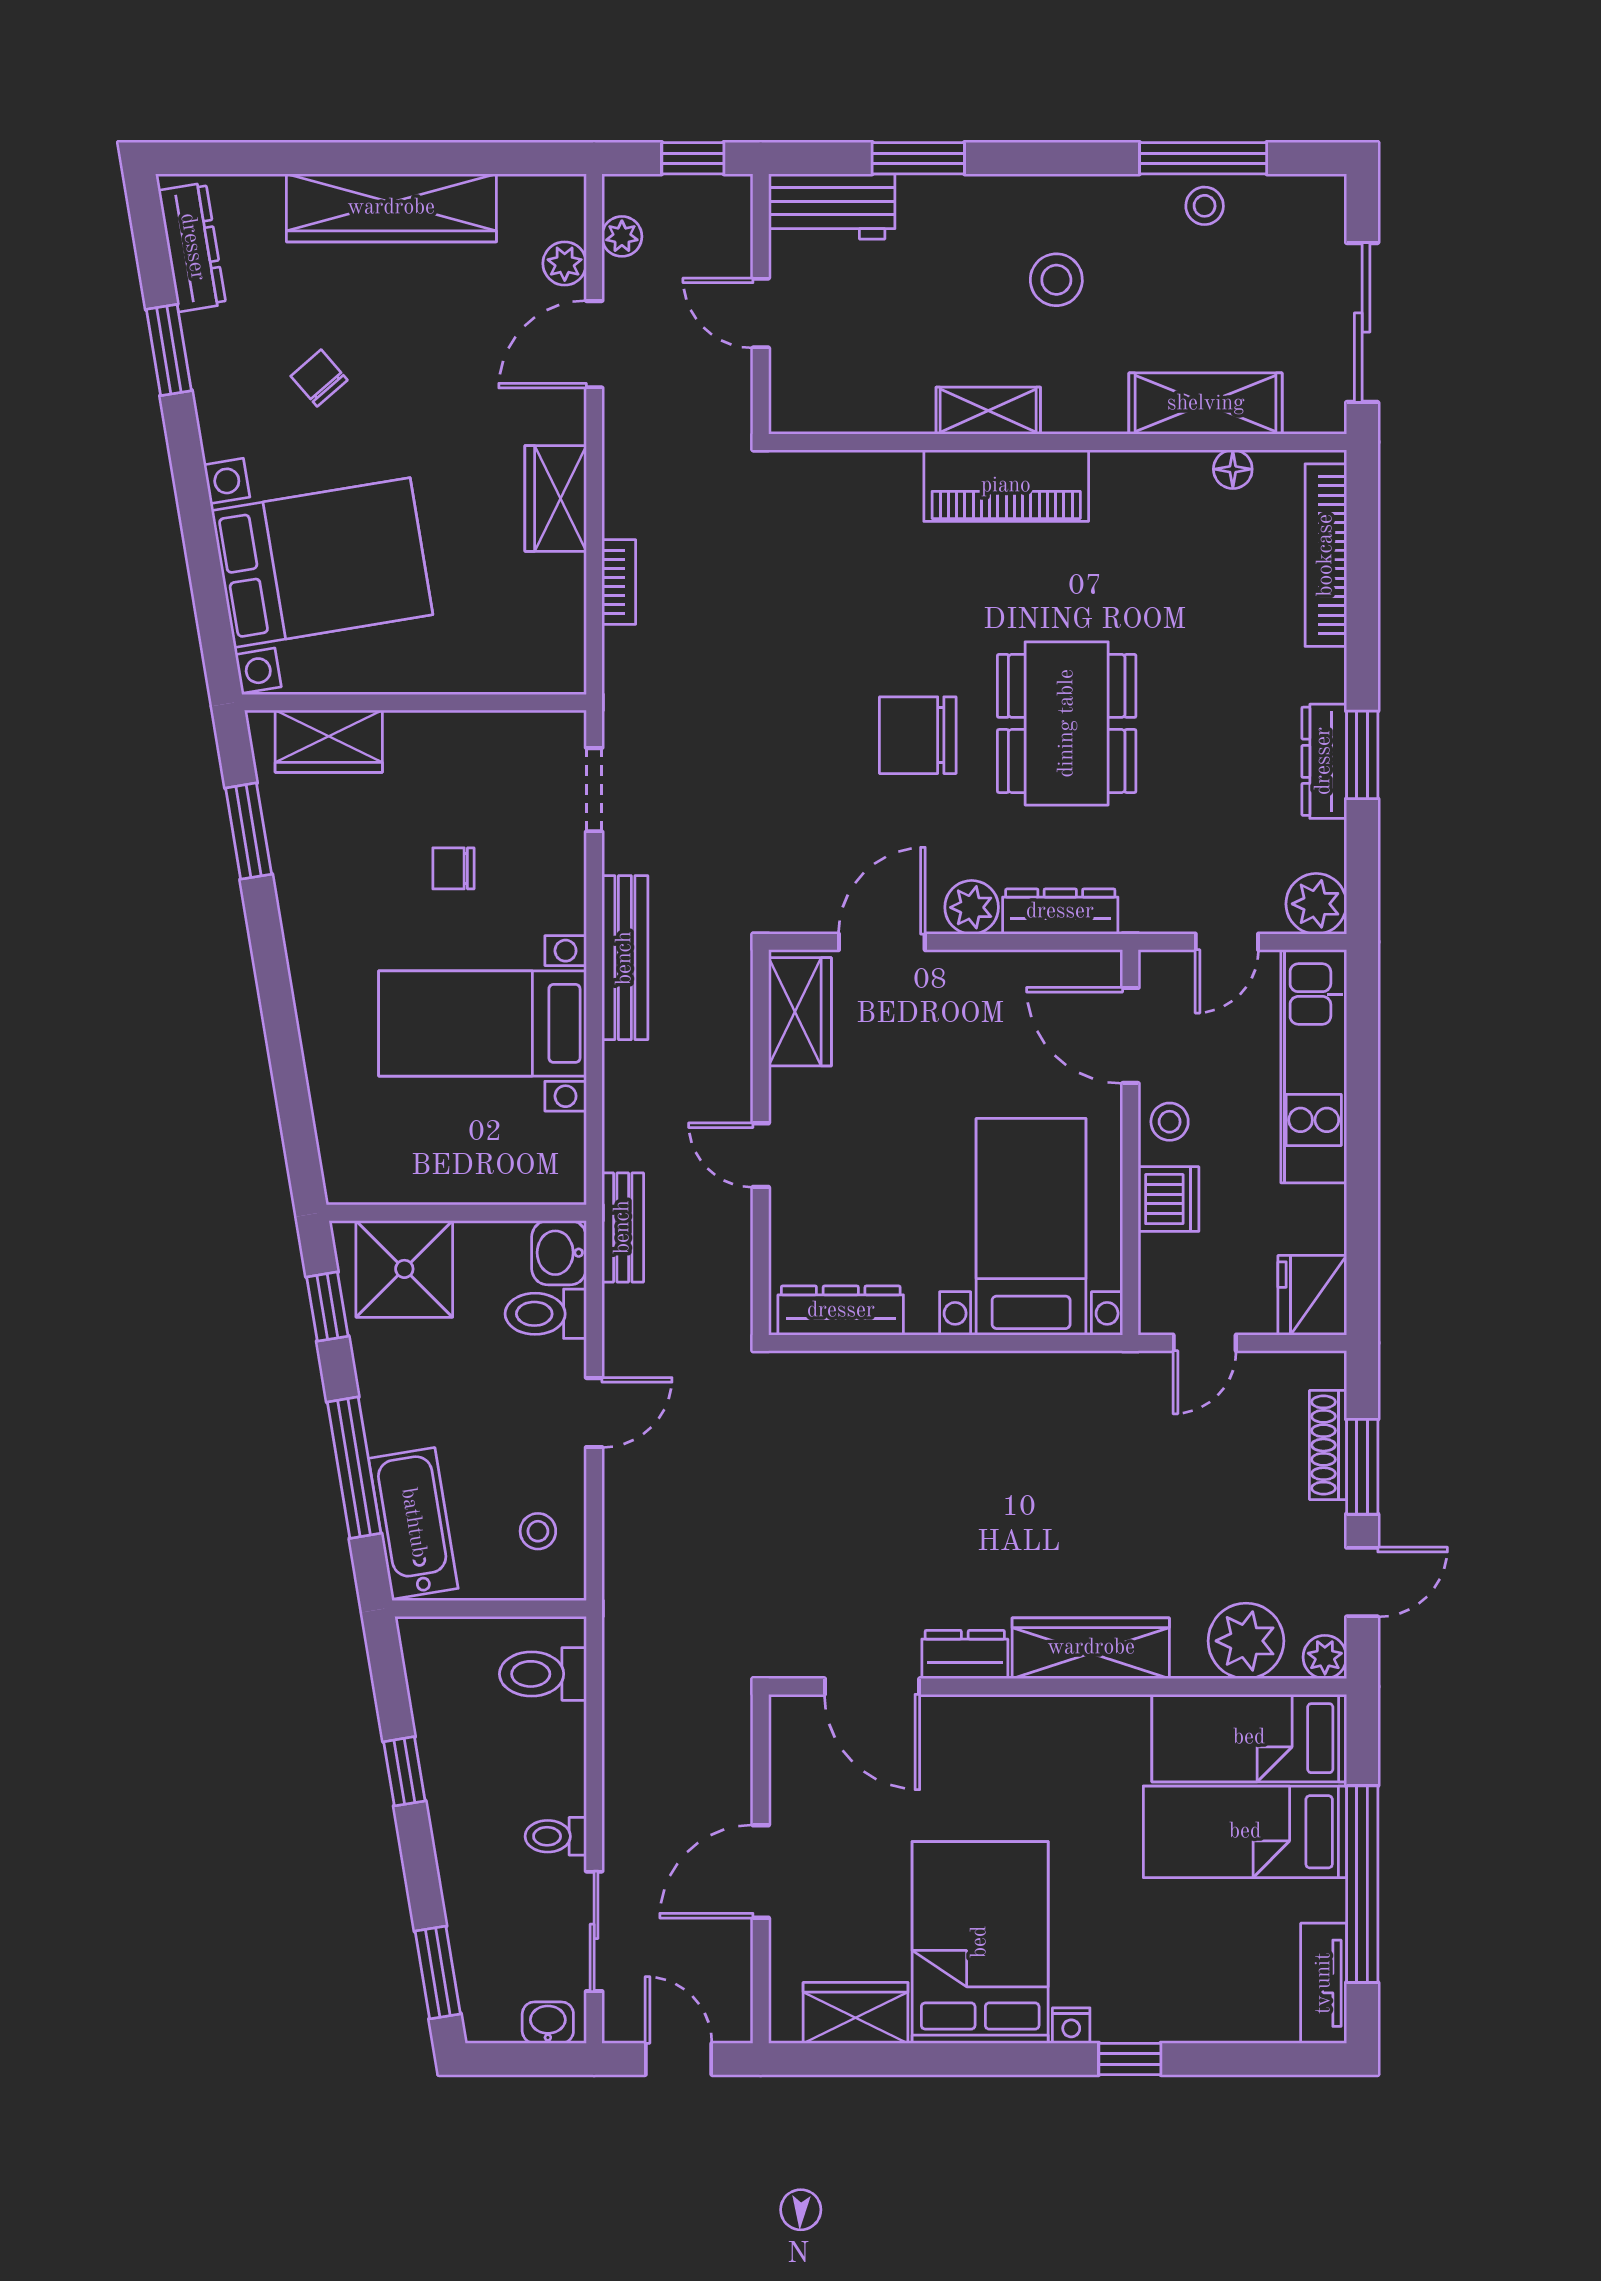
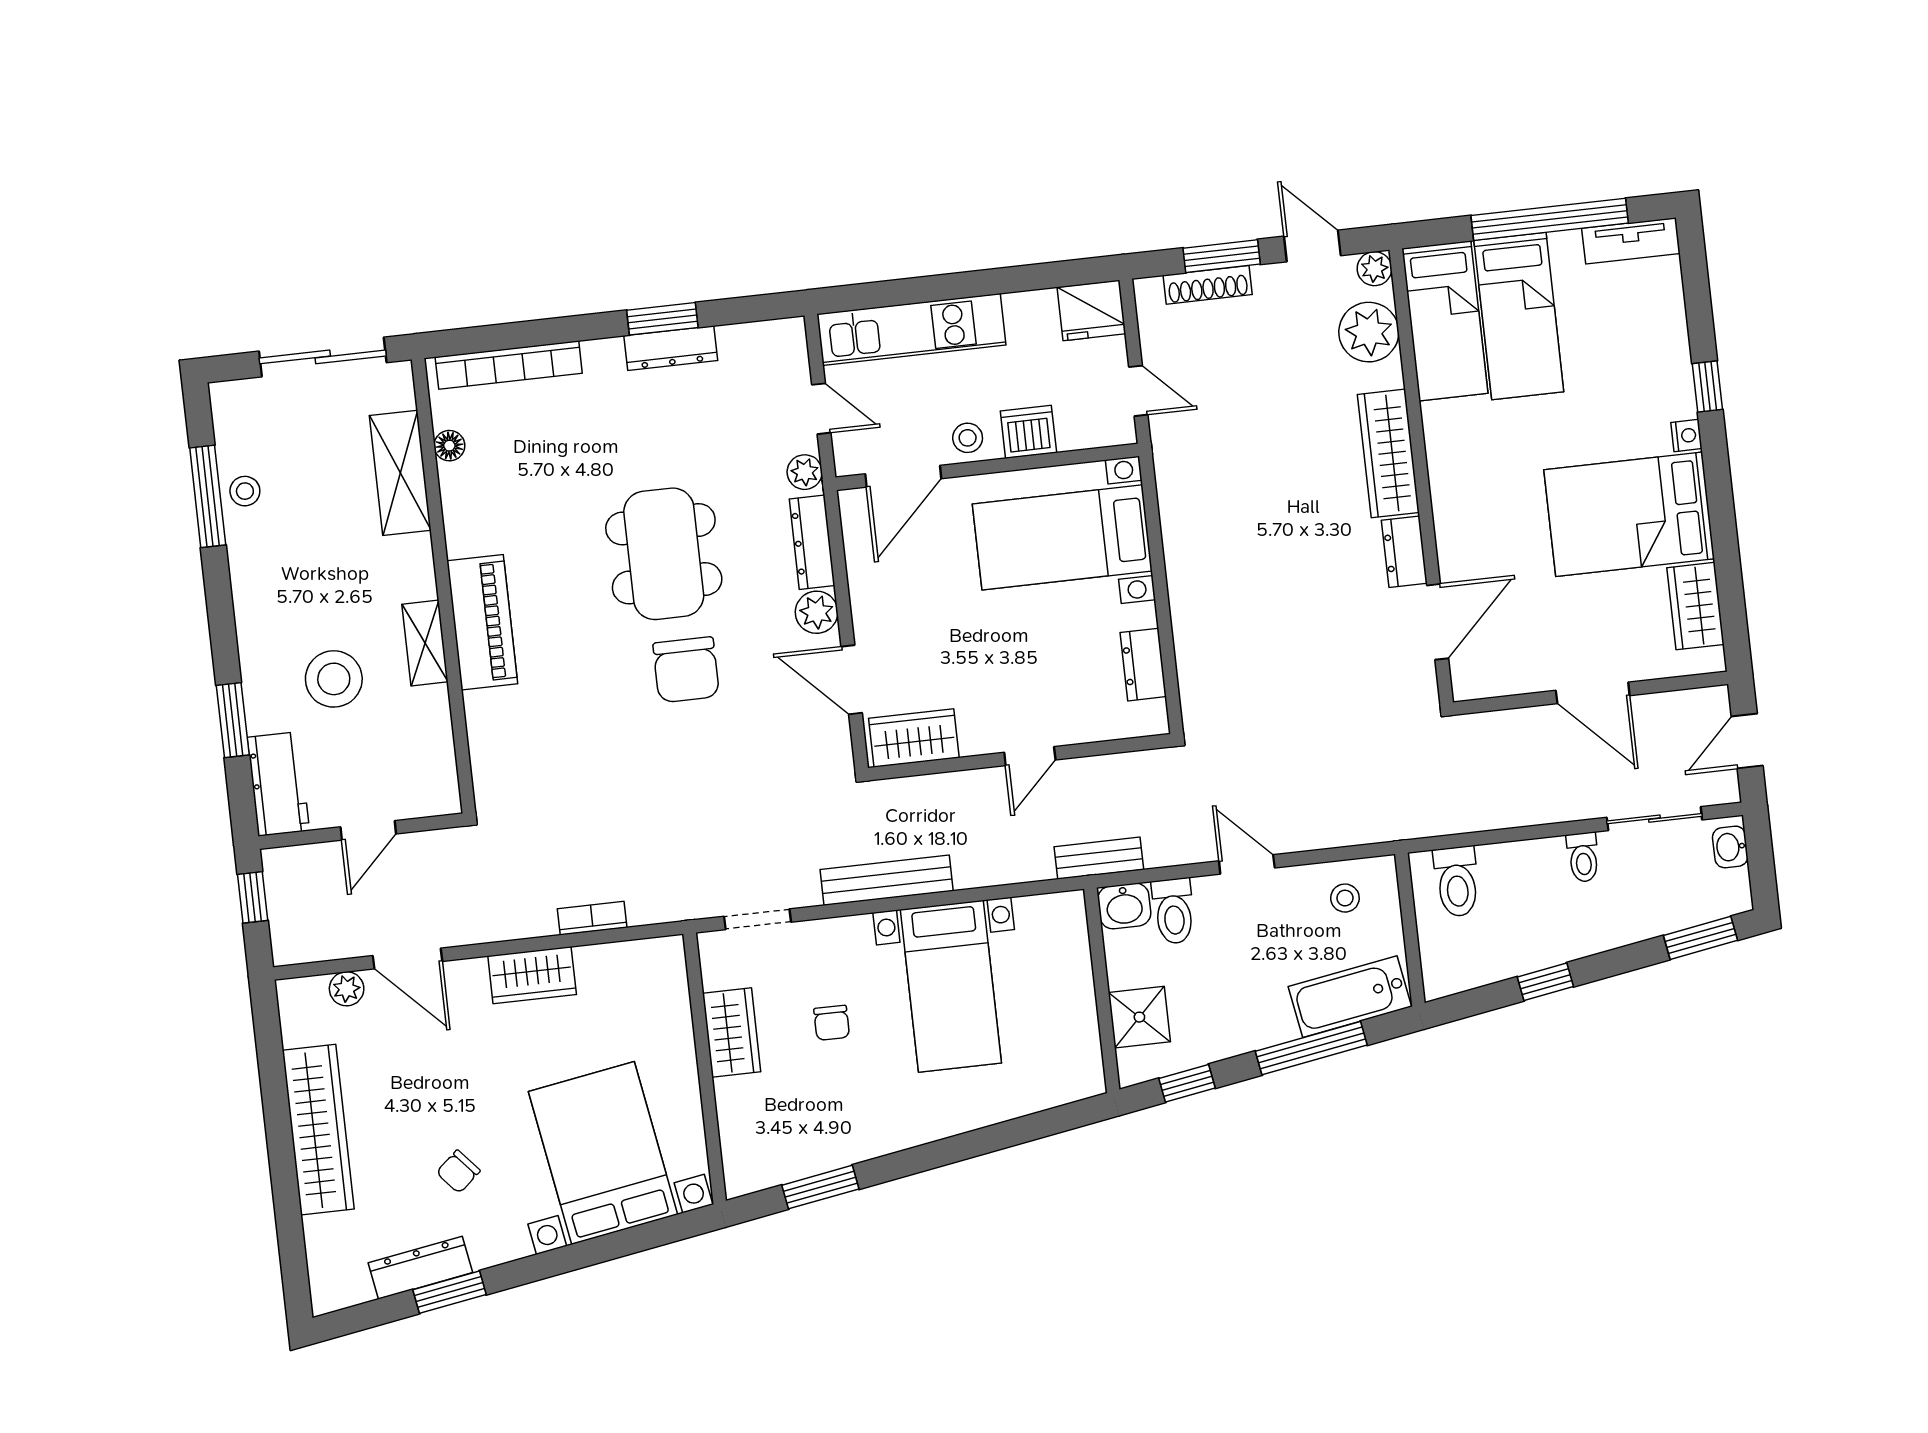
plant: (622, 236) -> (320, 946), removed
dresser: (192, 247) -> (420, 1268), moved
stool: (1056, 280) -> (334, 679), moved, width x1.38, depth x1.38
dining table: (1067, 723) -> (664, 554), turned 90
wardrobe: (329, 741) -> (732, 1033), moved
plant: (1316, 904) -> (805, 472), moved, width x0.73, depth x0.73
shower: (404, 1269) -> (1139, 1017), width x0.73, depth x0.73
dresser: (841, 1311) -> (1143, 665), width x0.70

